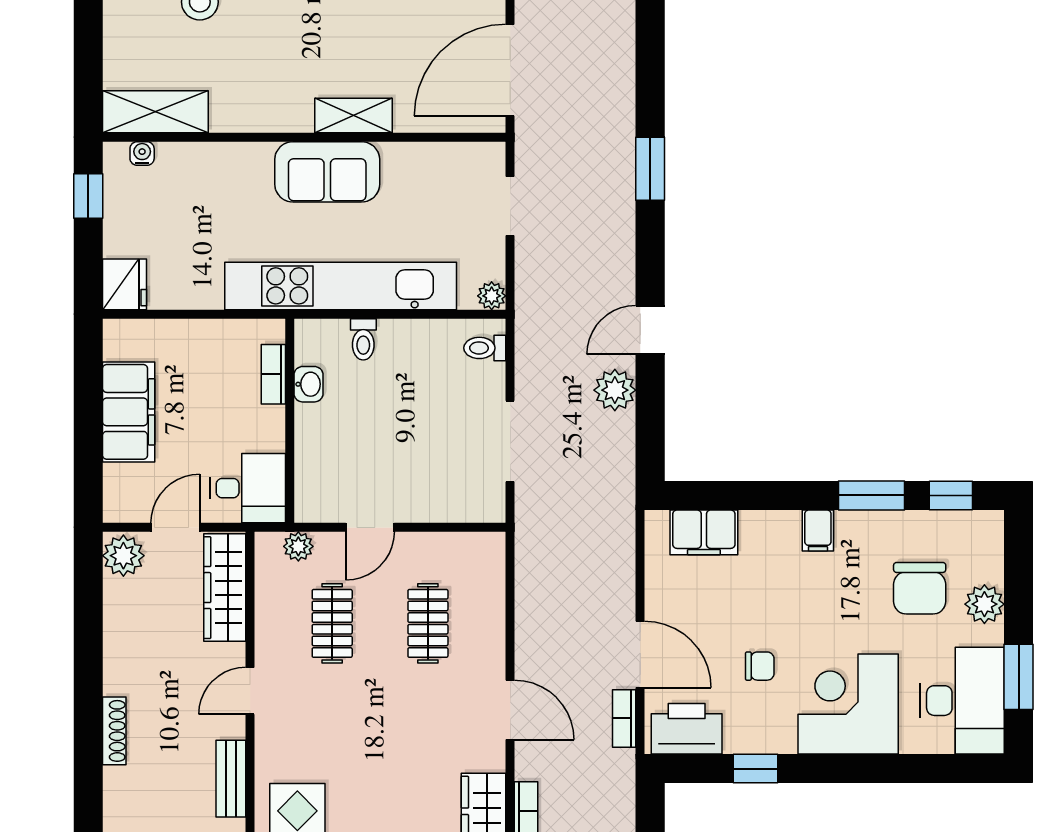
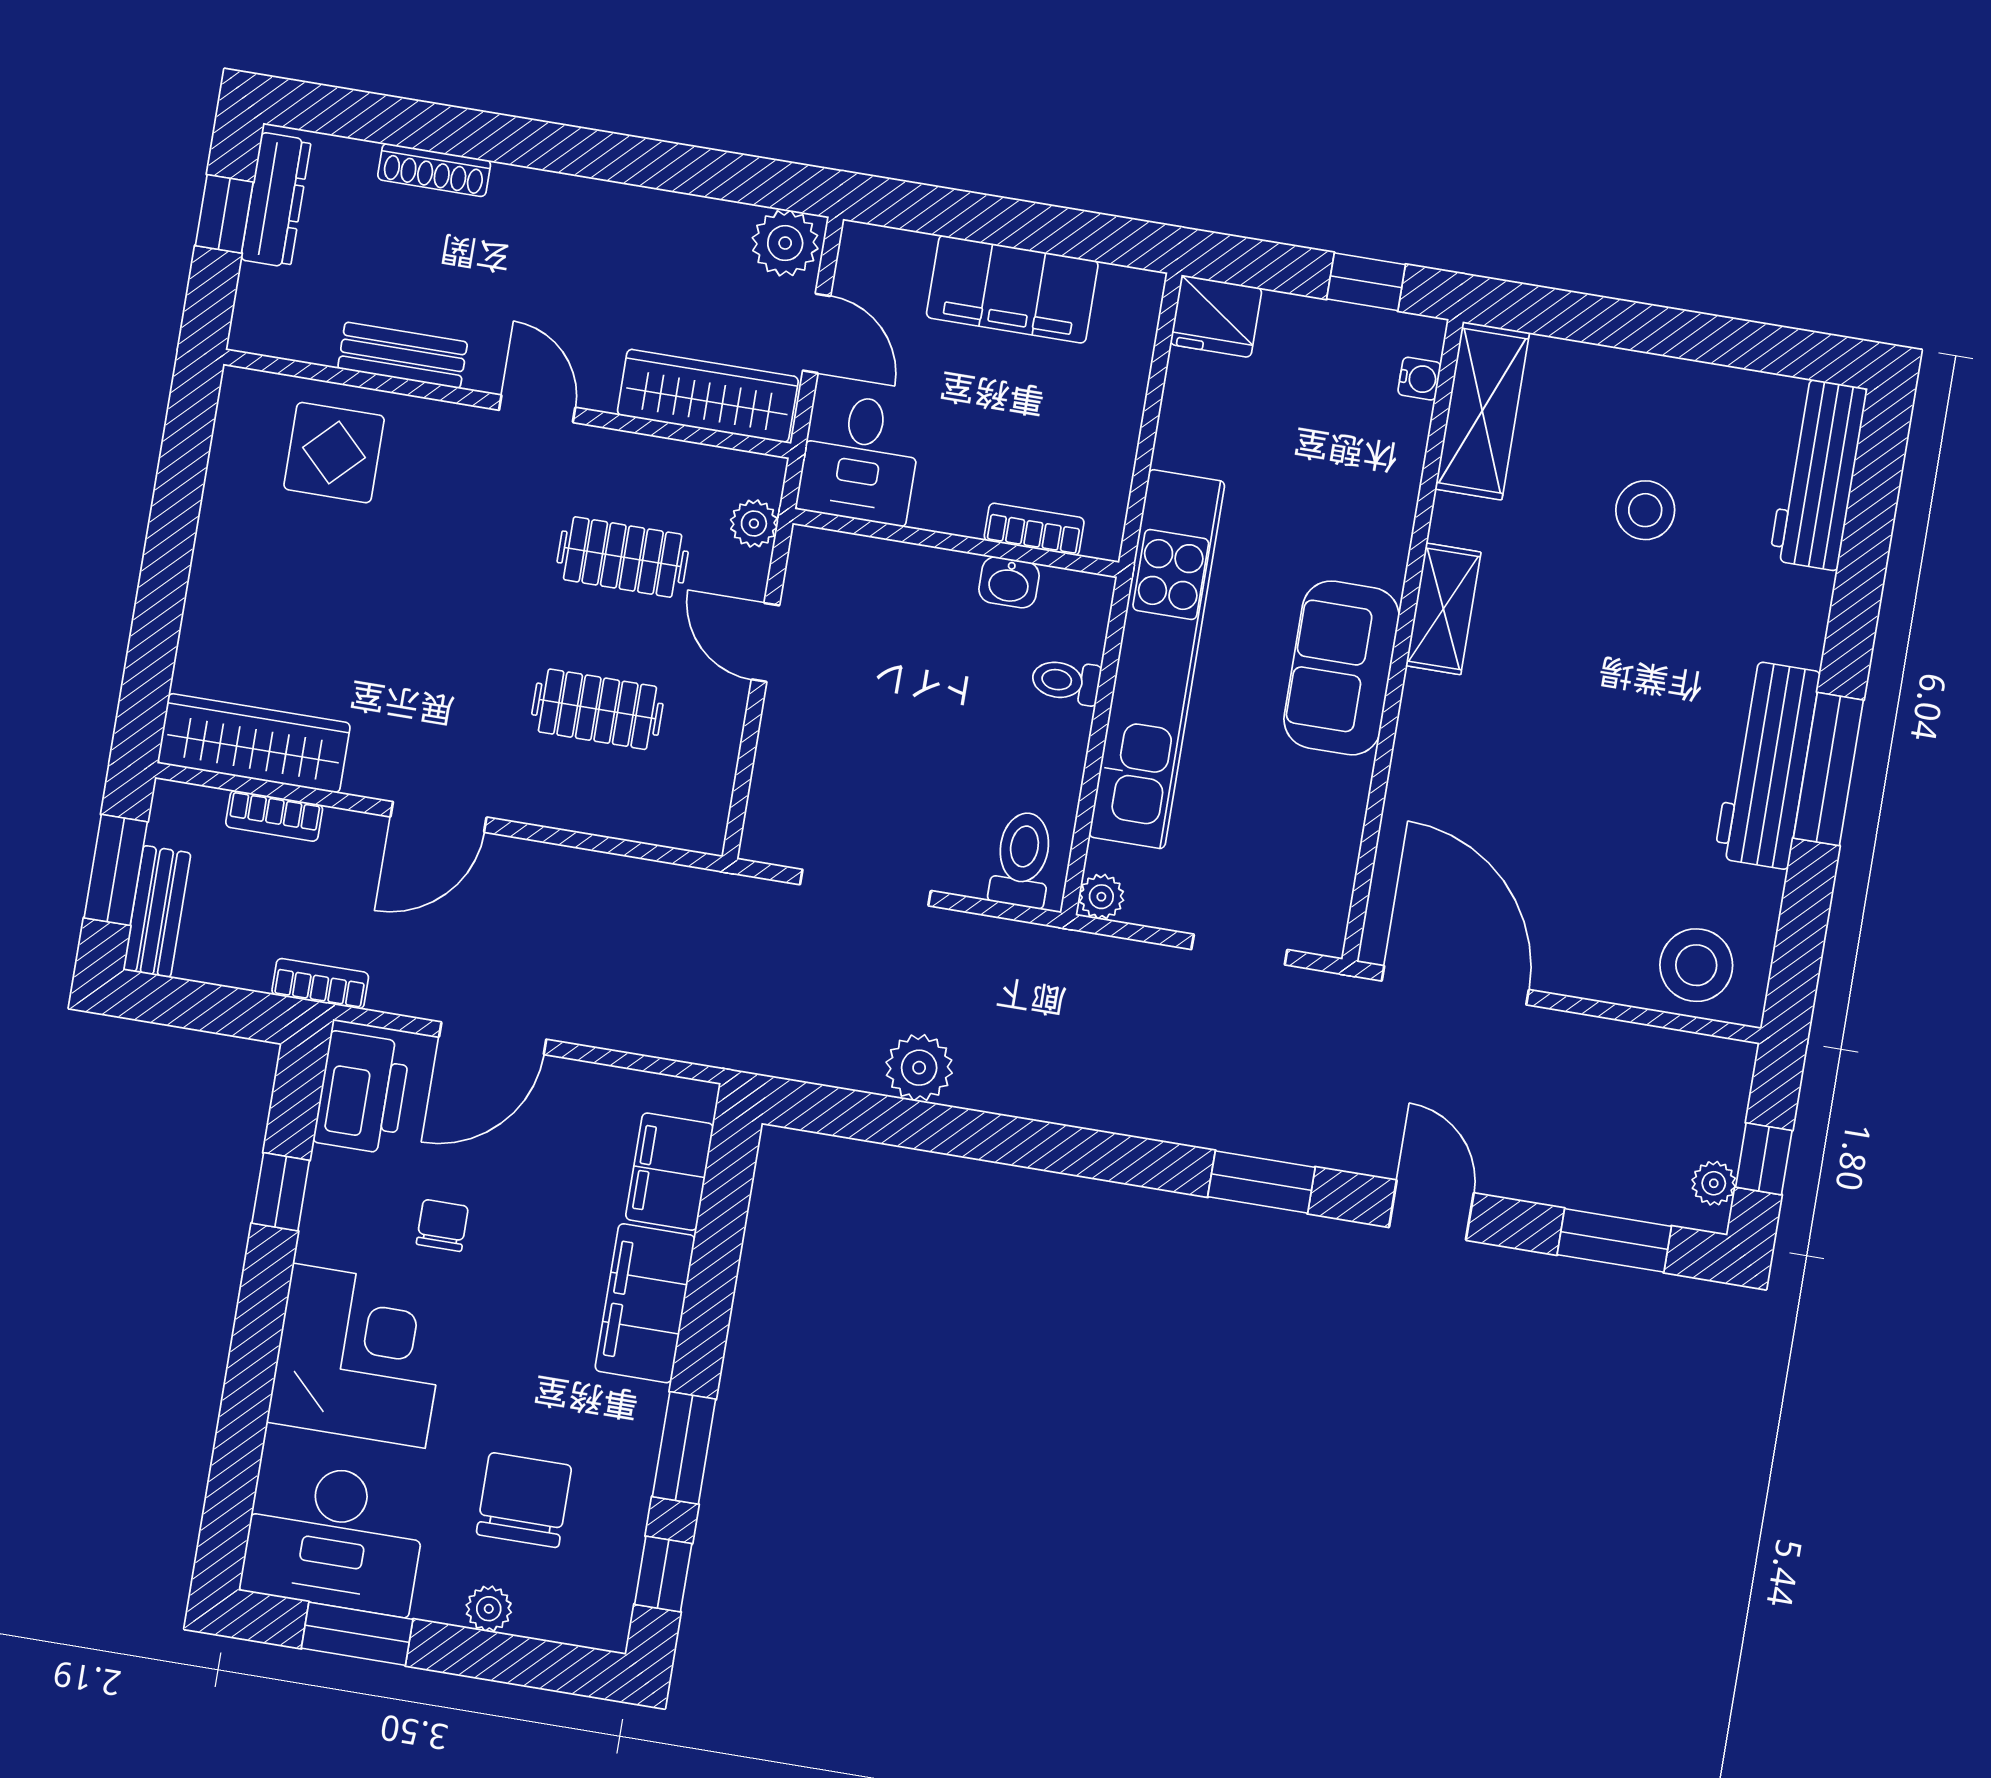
shelving: (353, 115) -> (1443, 609), moved
door: (650, 330) -> (1431, 1210), moved
toilet: (485, 348) -> (1022, 859), width x1.37, depth x1.39
filing cabinet: (818, 531) -> (645, 1303), width x3.00, depth x1.17
chair: (920, 588) -> (524, 1500), turned 90
plant: (984, 604) -> (489, 1609), width x0.73, depth x0.73
chair: (760, 666) -> (442, 1225), turned 180
bookcase: (624, 718) -> (320, 984), moved
shoe rack: (114, 731) -> (434, 170), moved

